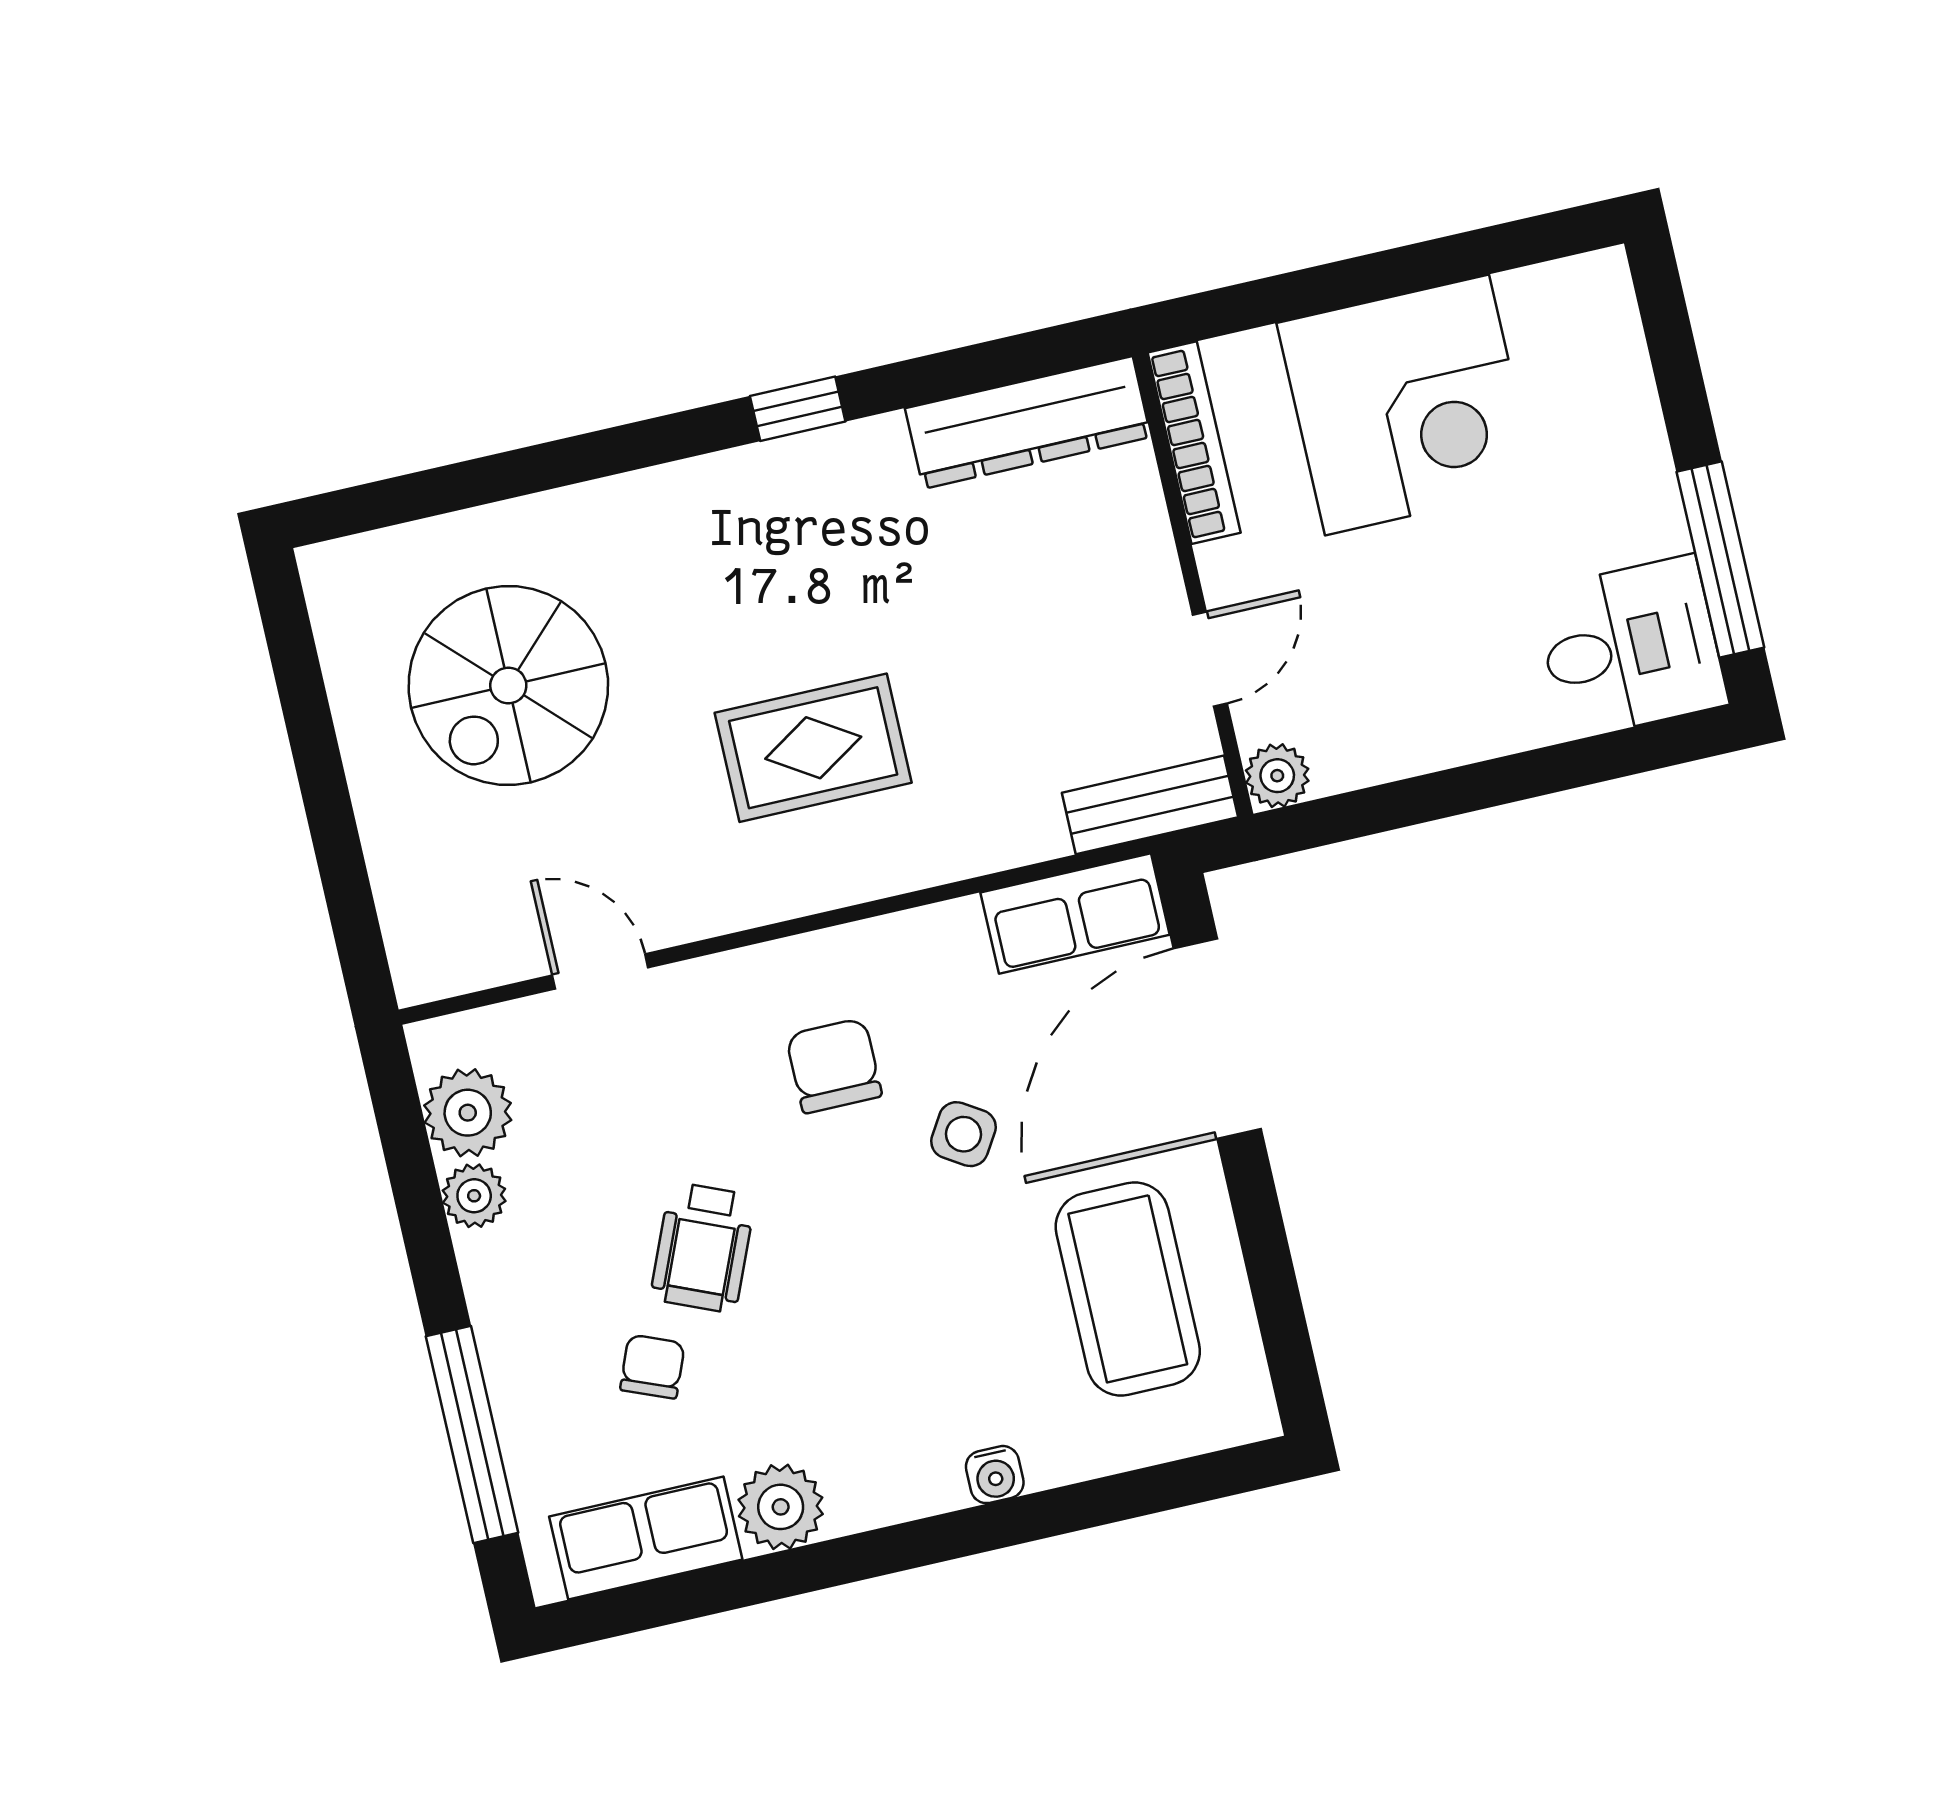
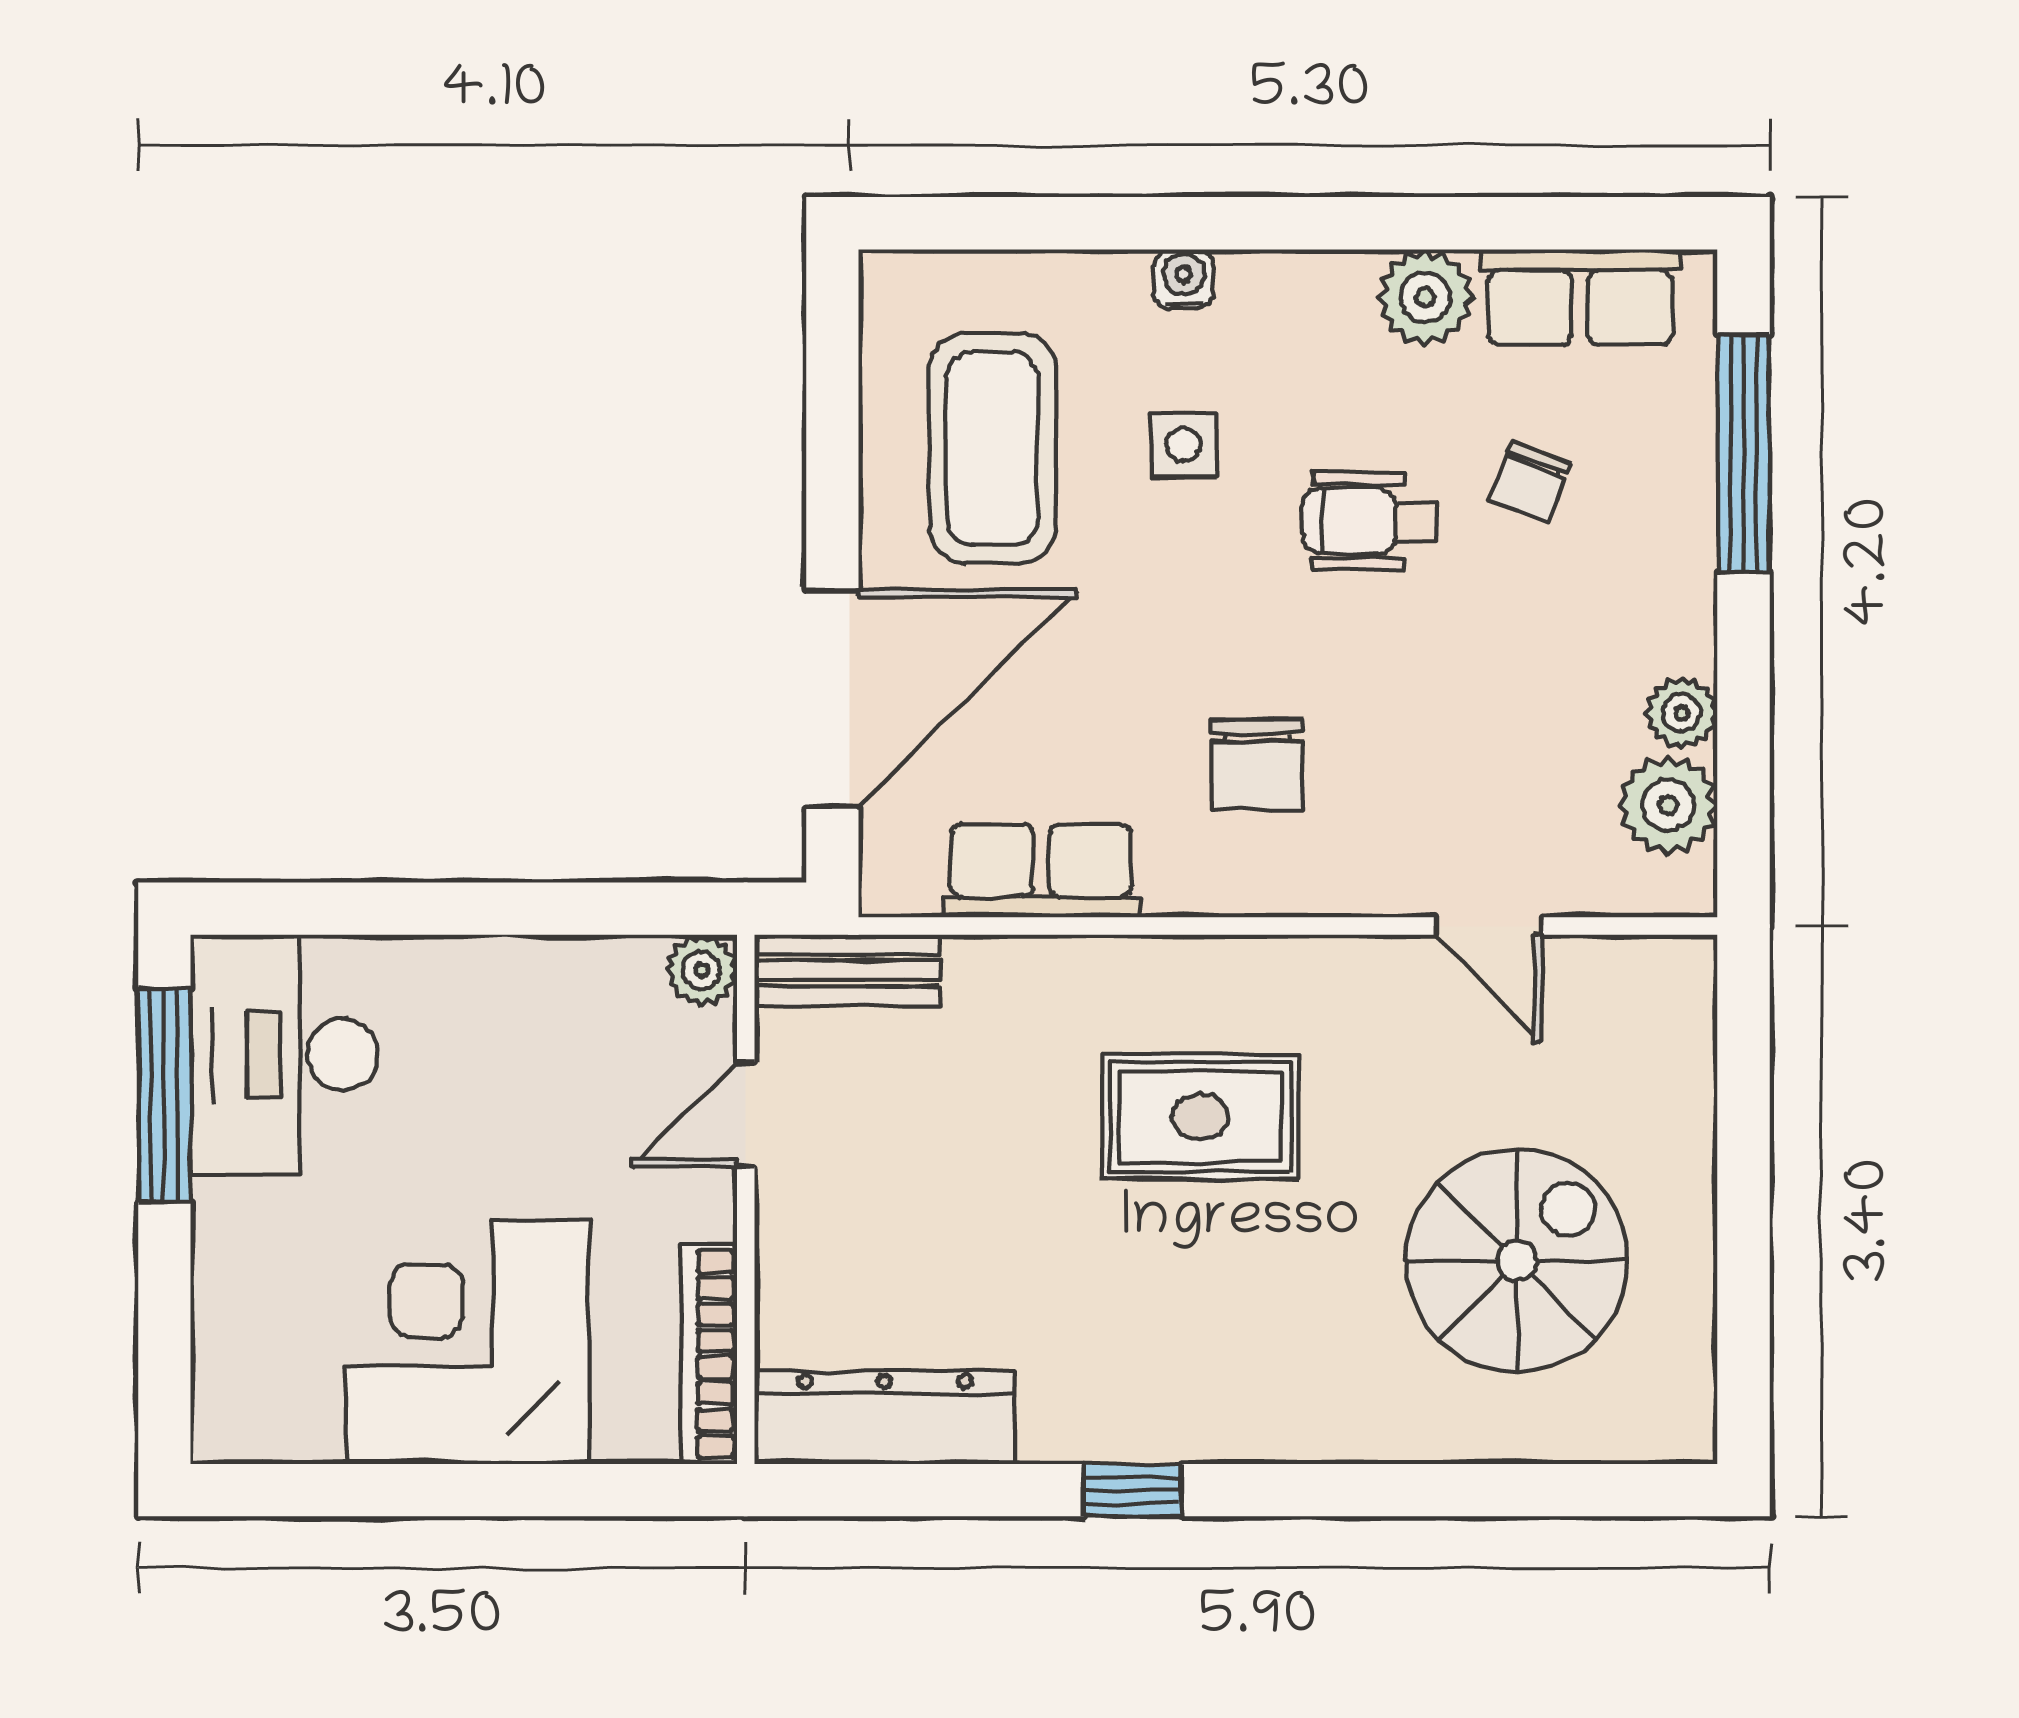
desk: (1630, 647) -> (284, 1054), width x1.37
row of seats: (1075, 914) -> (1041, 871), moved
side table: (963, 1134) -> (1184, 445), moved, turned -32
wheelchair: (703, 1248) -> (1369, 521), moved, turned -112

